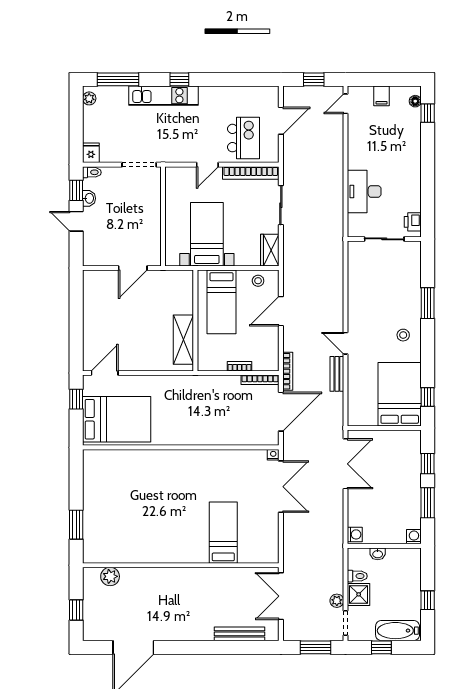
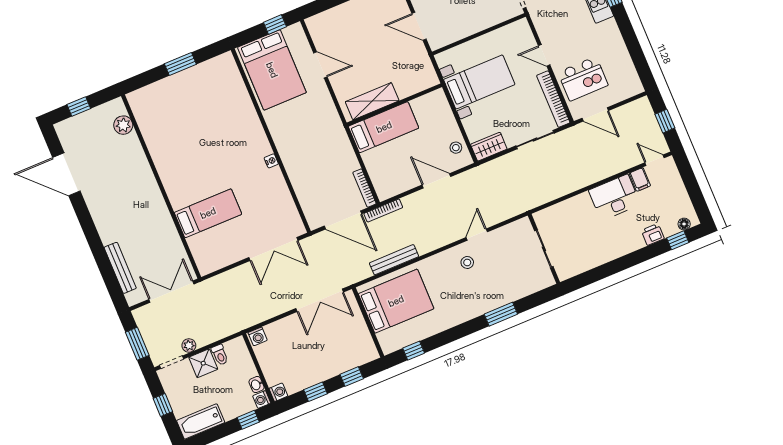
filing cabinet: (381, 96) -> (640, 179), moved, turned -90
door: (281, 121) -> (595, 114), moved
desk: (364, 191) -> (614, 197), moved
printer: (413, 222) -> (653, 234), moved
bed: (221, 302) -> (384, 127), moved, turned 180
stool: (403, 335) -> (467, 262), moved
door: (346, 343) -> (477, 235), moved
bookcase: (240, 366) -> (369, 164), removed
door: (105, 373) -> (320, 65), moved
bench: (337, 374) -> (394, 260), width x1.36
bed: (400, 394) -> (396, 301), moved
nightstand: (273, 455) -> (271, 161), moved
window: (428, 503) -> (315, 392), width x0.67
window: (76, 525) -> (180, 64), moved
washbasin: (378, 554) -> (256, 385), moved
washing machine: (414, 555) -> (262, 400), added
window: (428, 600) -> (248, 420), moved
bathtub: (398, 631) -> (201, 421), moved, turned -90

